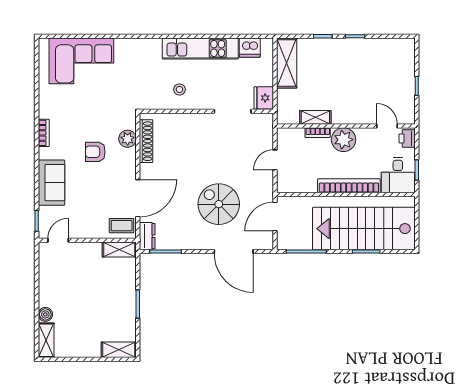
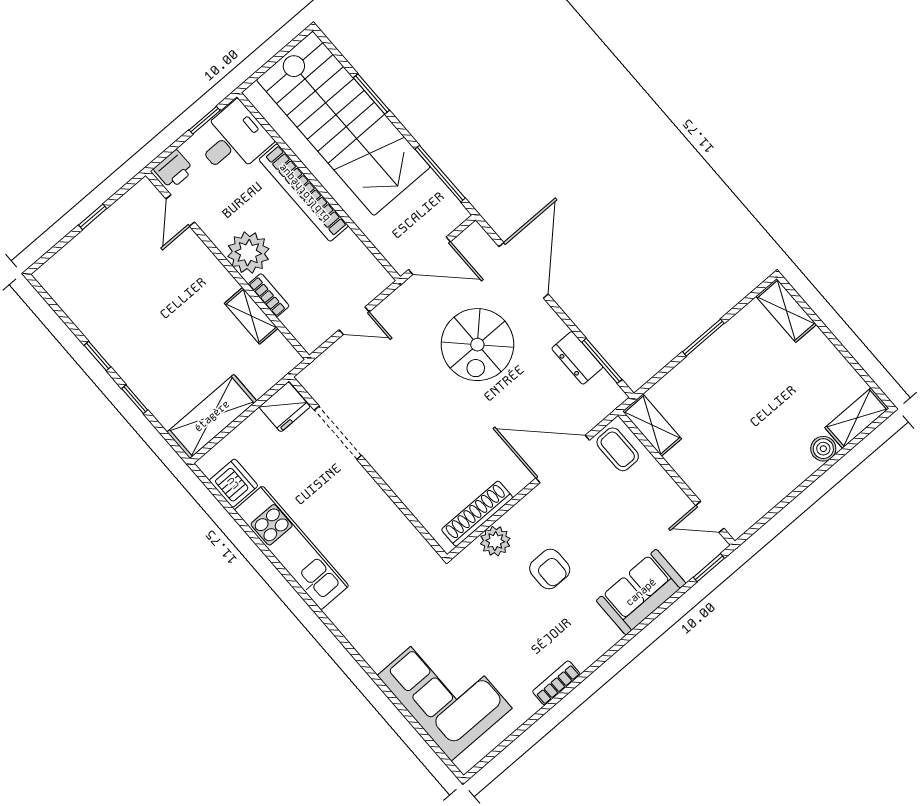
stool: (179, 89) -> (370, 529), removed
bookcase: (44, 133) -> (556, 683), moved
dresser: (147, 236) -> (577, 358), moved, turned -90

